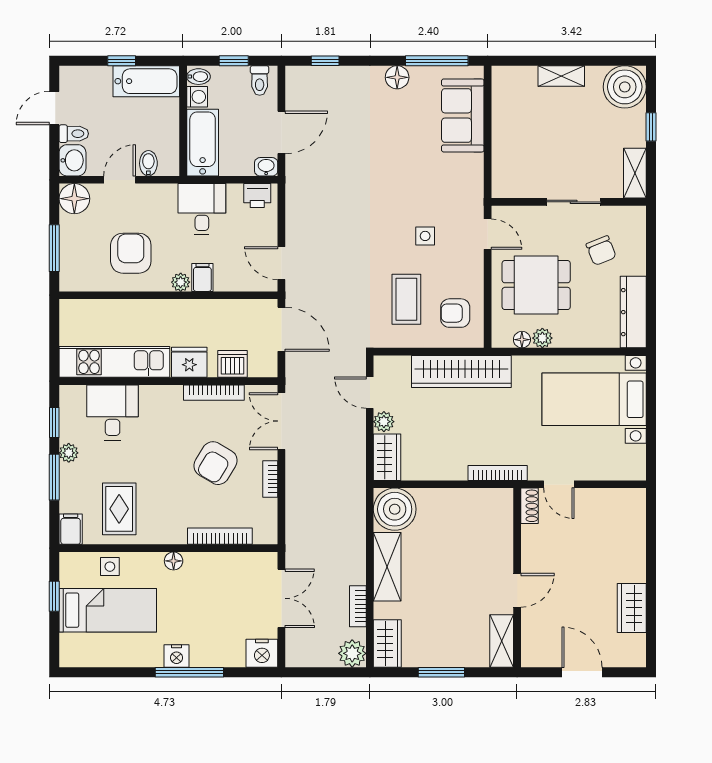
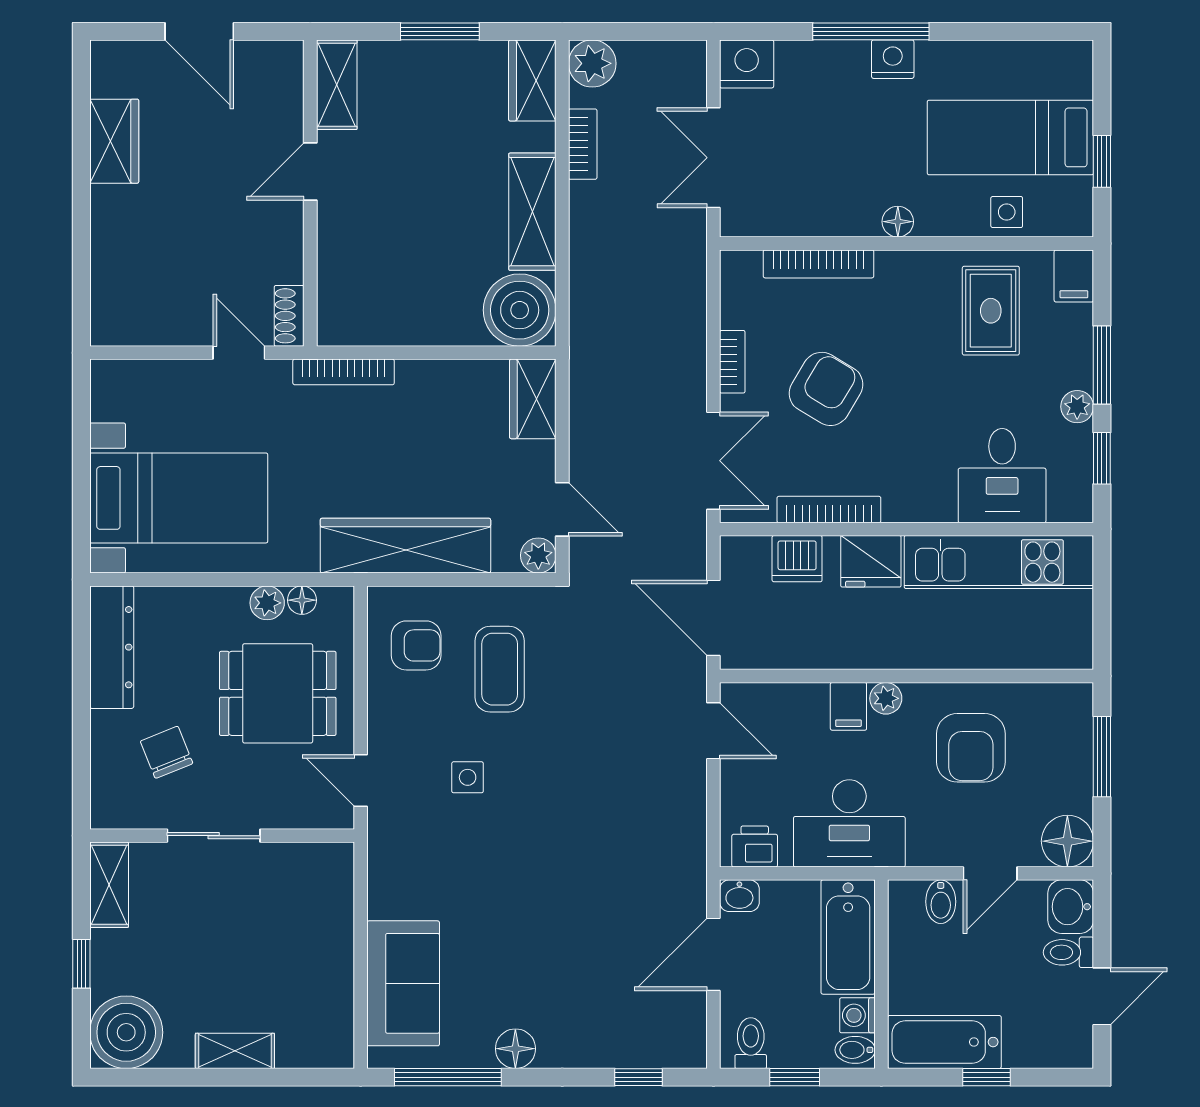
desk: (202, 209) -> (849, 823), width x1.37
plant: (384, 422) -> (538, 555), moved

